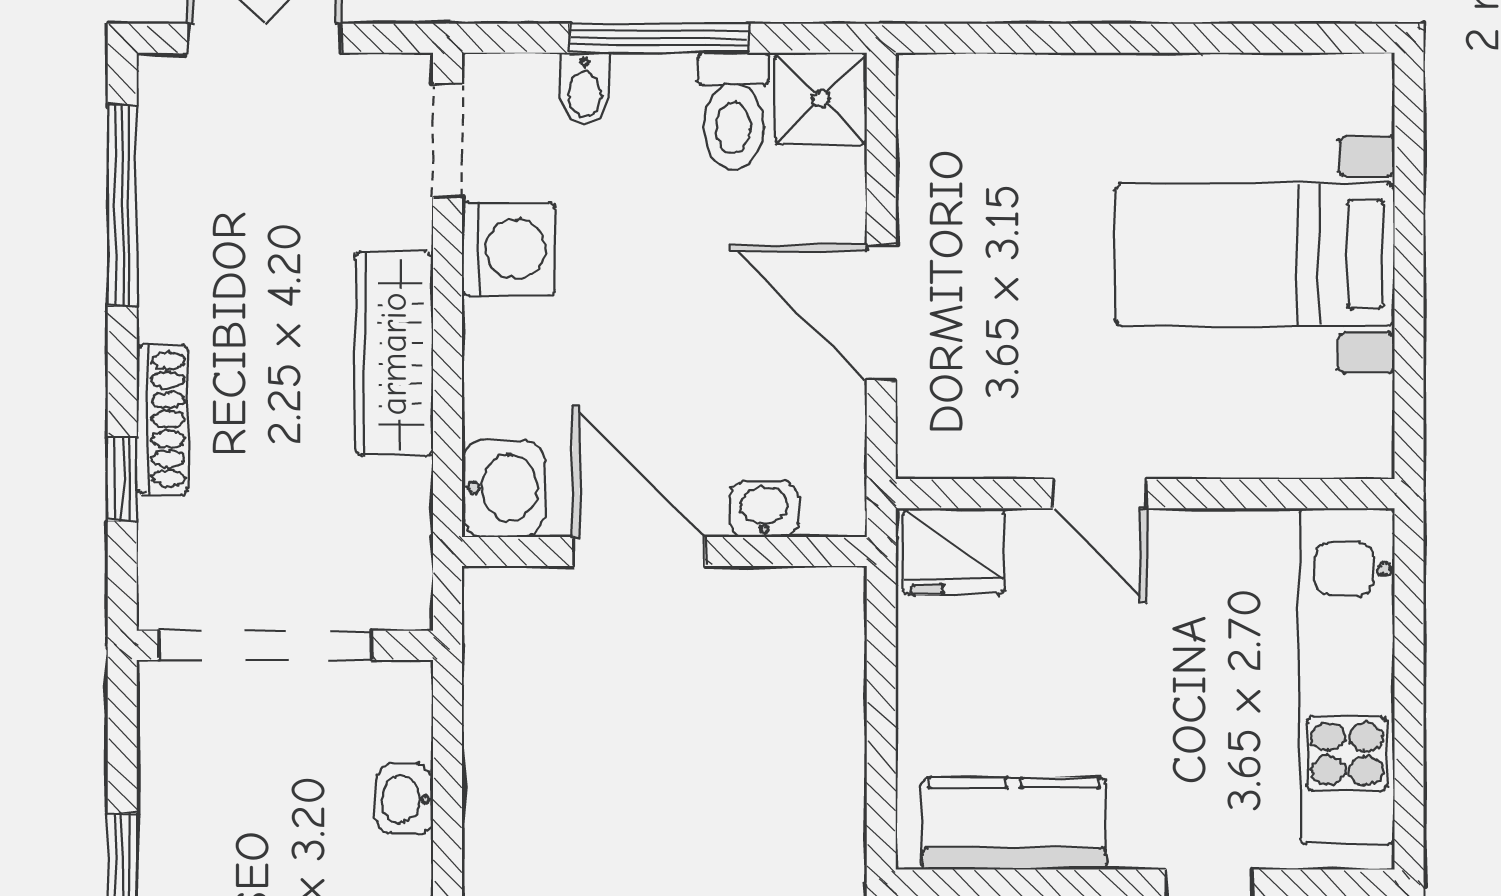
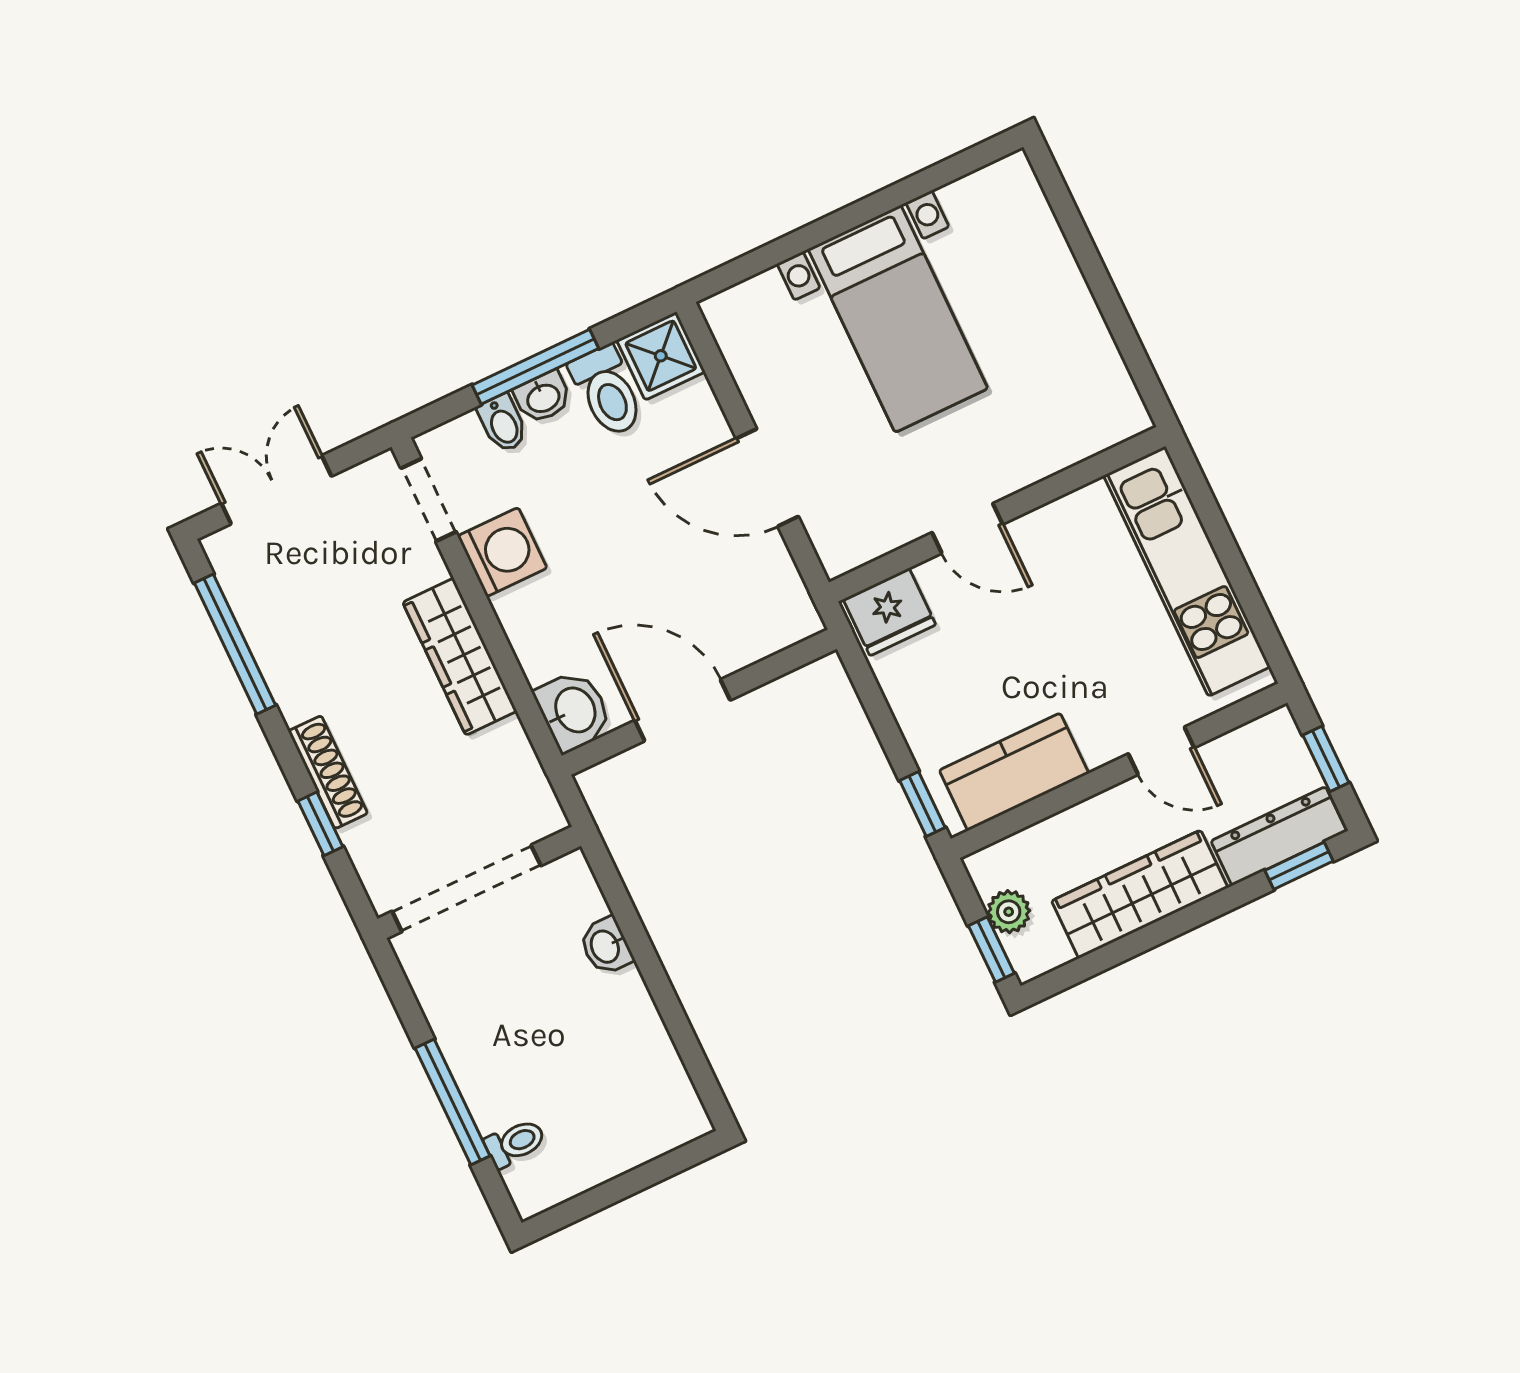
bed with nightstands: (1255, 254) -> (898, 319), moved, turned -90
washbasin: (764, 509) -> (543, 397), moved, turned 180
window: (881, 809) -> (922, 804), added

